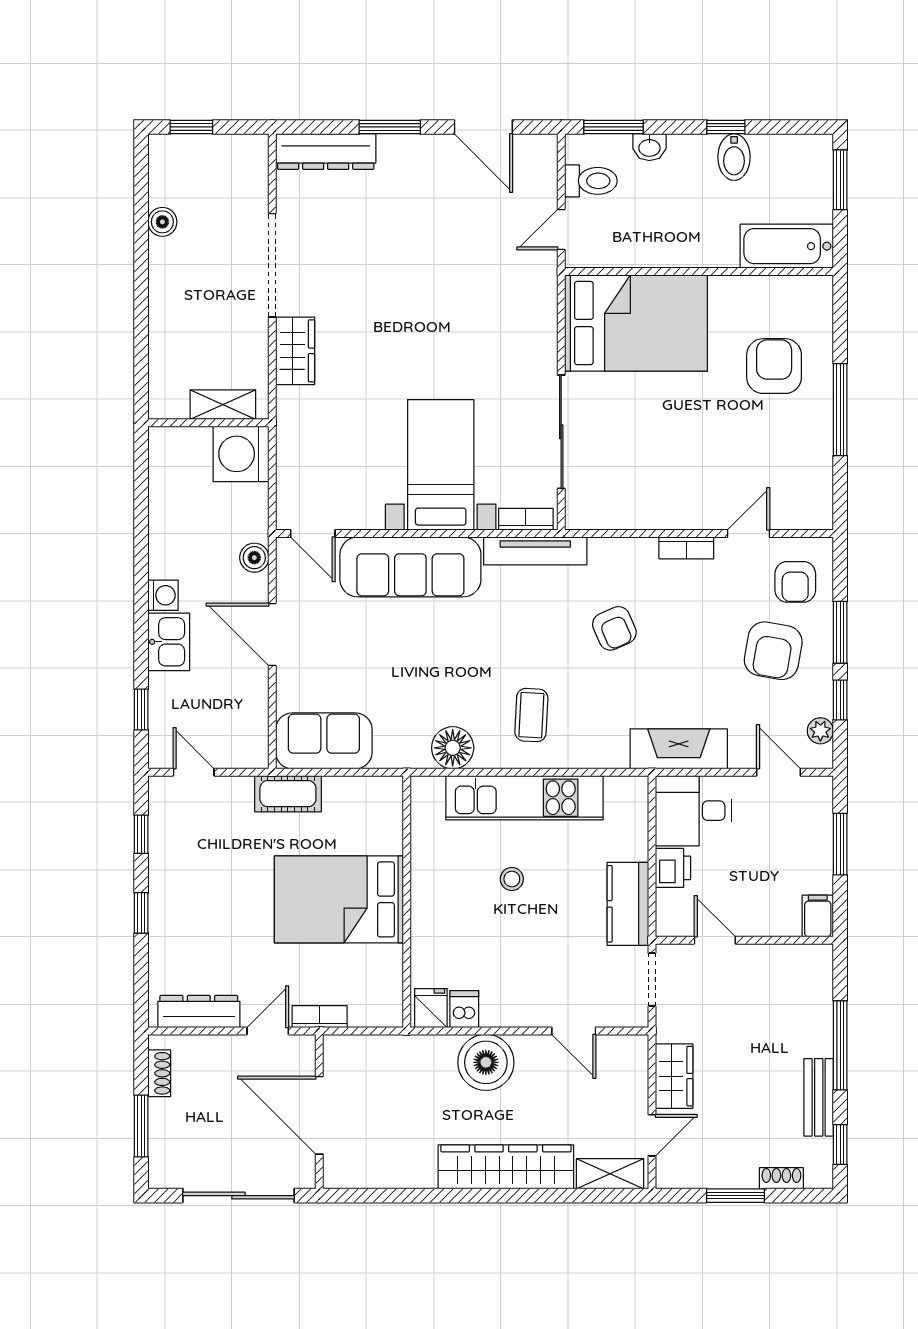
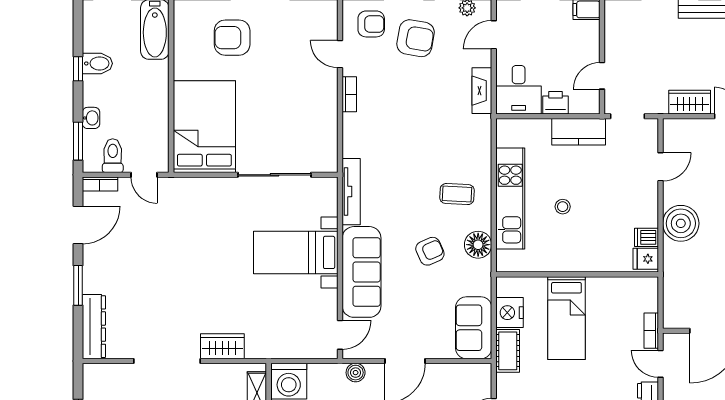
bookcase: (526, 519) -> (100, 184), moved, turned -90
armchair: (614, 628) -> (430, 251), moved
fireplace: (679, 749) -> (482, 91), width x0.73, depth x0.76
nightstand: (347, 797) -> (510, 313), added
bed: (339, 899) -> (566, 318), width x0.67

